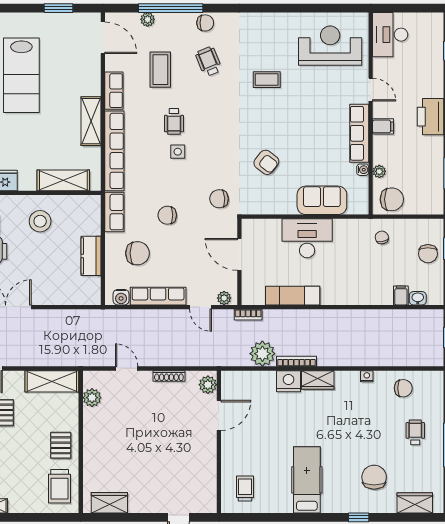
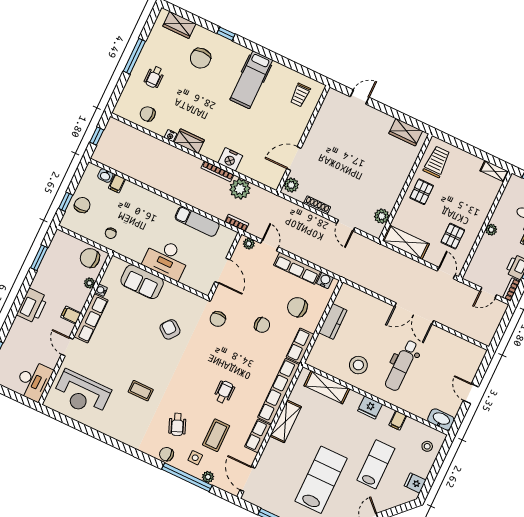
side table: (178, 152) -> (195, 458), moved
chair: (219, 199) -> (218, 319), turned 94
wardrobe: (318, 380) -> (189, 141), moved

